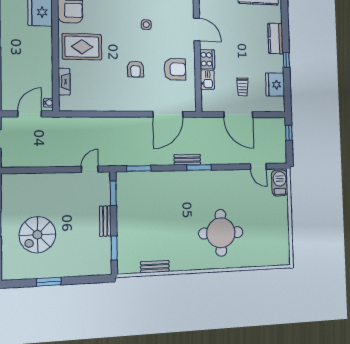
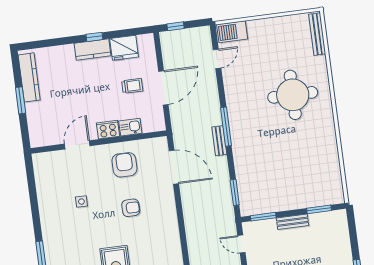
kitchen counter: (276, 39) -> (92, 50), moved
window: (199, 167) -> (226, 127), width x1.44
bench: (155, 267) -> (317, 34), moved, width x1.36

